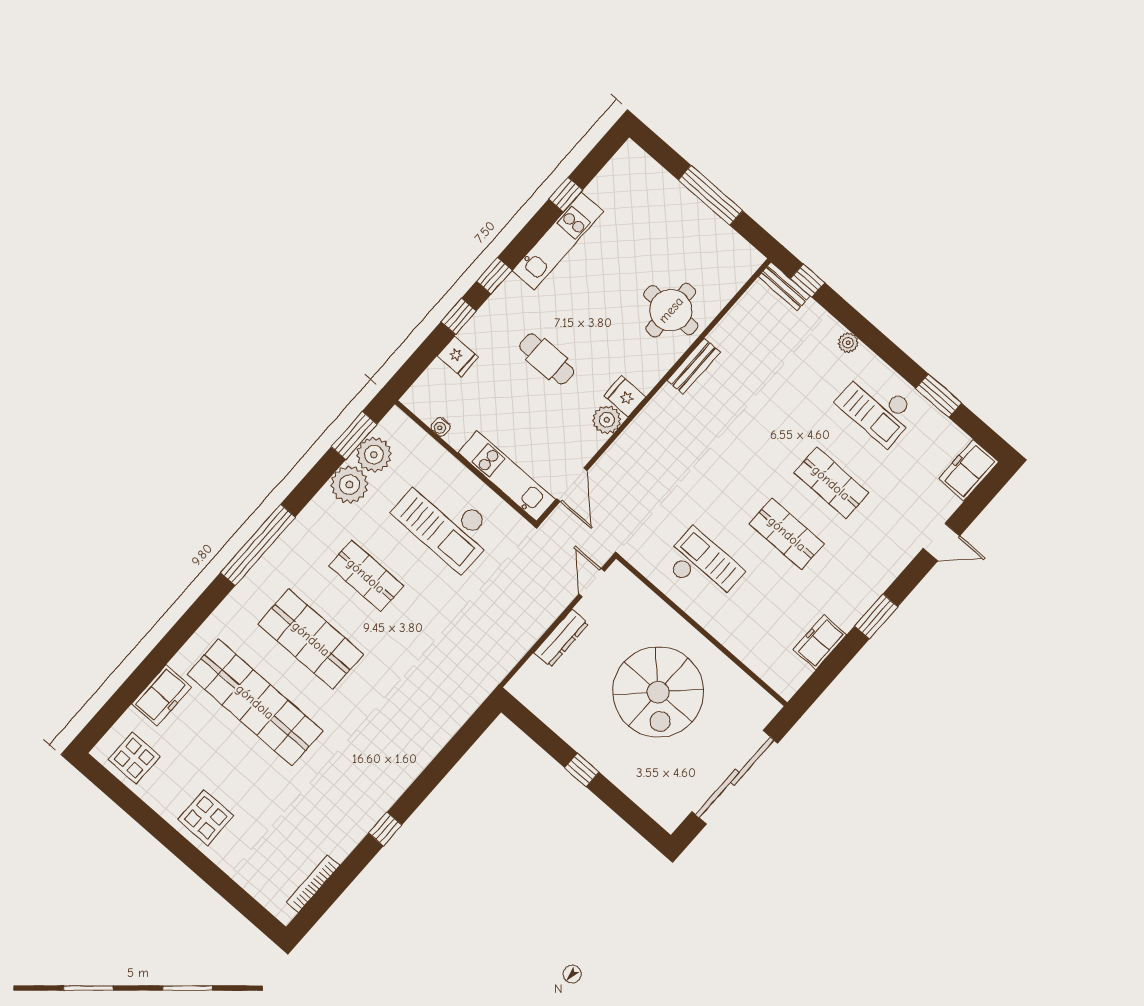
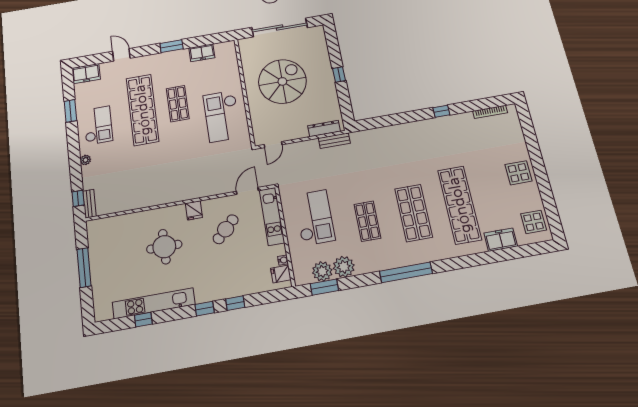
kitchen unit: (558, 241) -> (154, 303), width x1.36
round table: (671, 310) -> (164, 247), moved
fridge: (458, 356) -> (281, 274), moved, turned -90
cafe table: (547, 359) -> (226, 229), moved, turned 45
bench: (694, 366) -> (334, 141), moved
plant: (607, 420) -> (210, 207), removed
shop shelf: (831, 483) -> (142, 110), width x2.00, depth x1.36
checkout: (703, 567) -> (222, 116), width x1.36, depth x1.21
dresser: (561, 638) -> (324, 129), moved

